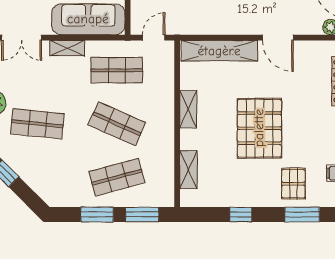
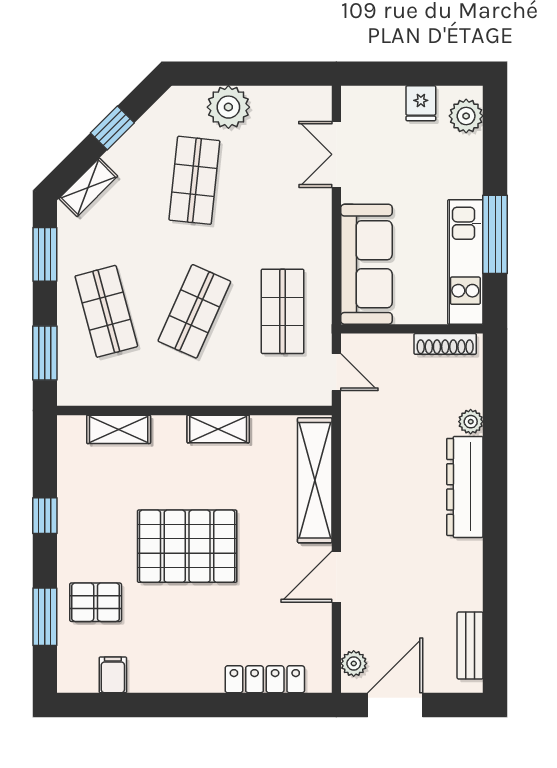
shelving: (67, 48) -> (88, 187), moved, turned 45
window: (97, 215) -> (45, 254), moved

